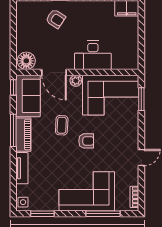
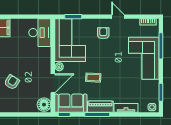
desk: (93, 55) -> (40, 33), moved
armchair: (86, 141) -> (103, 33), moved

